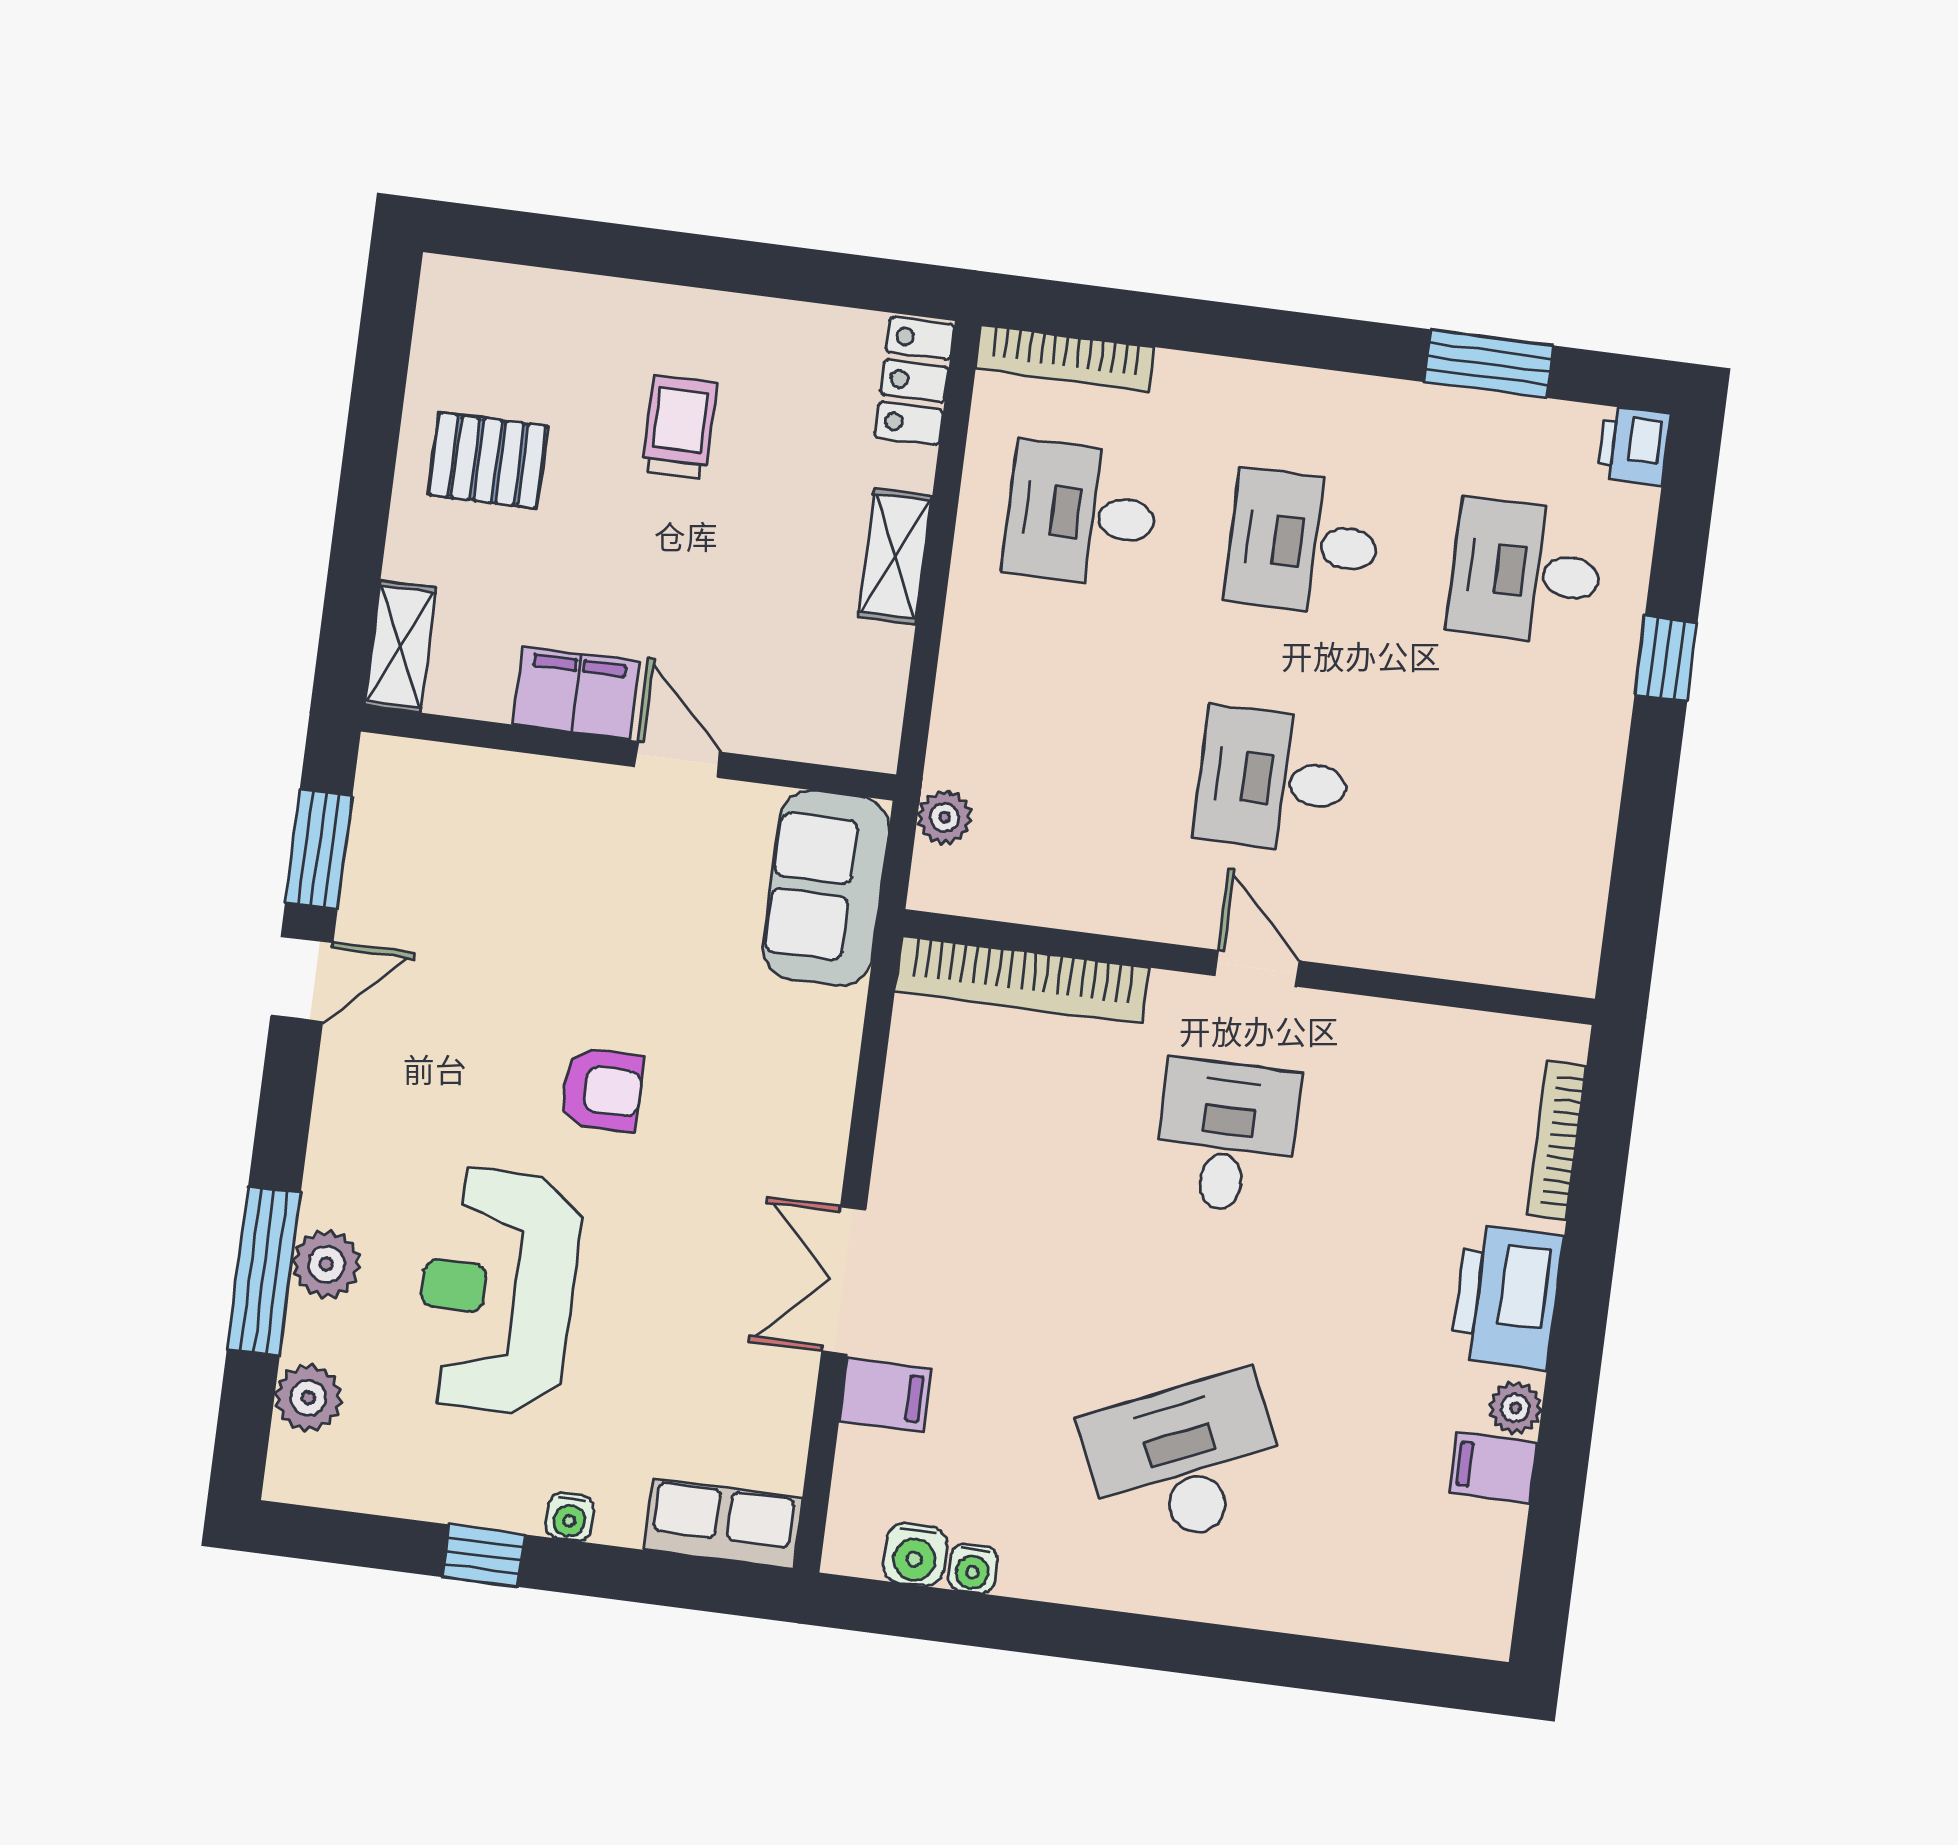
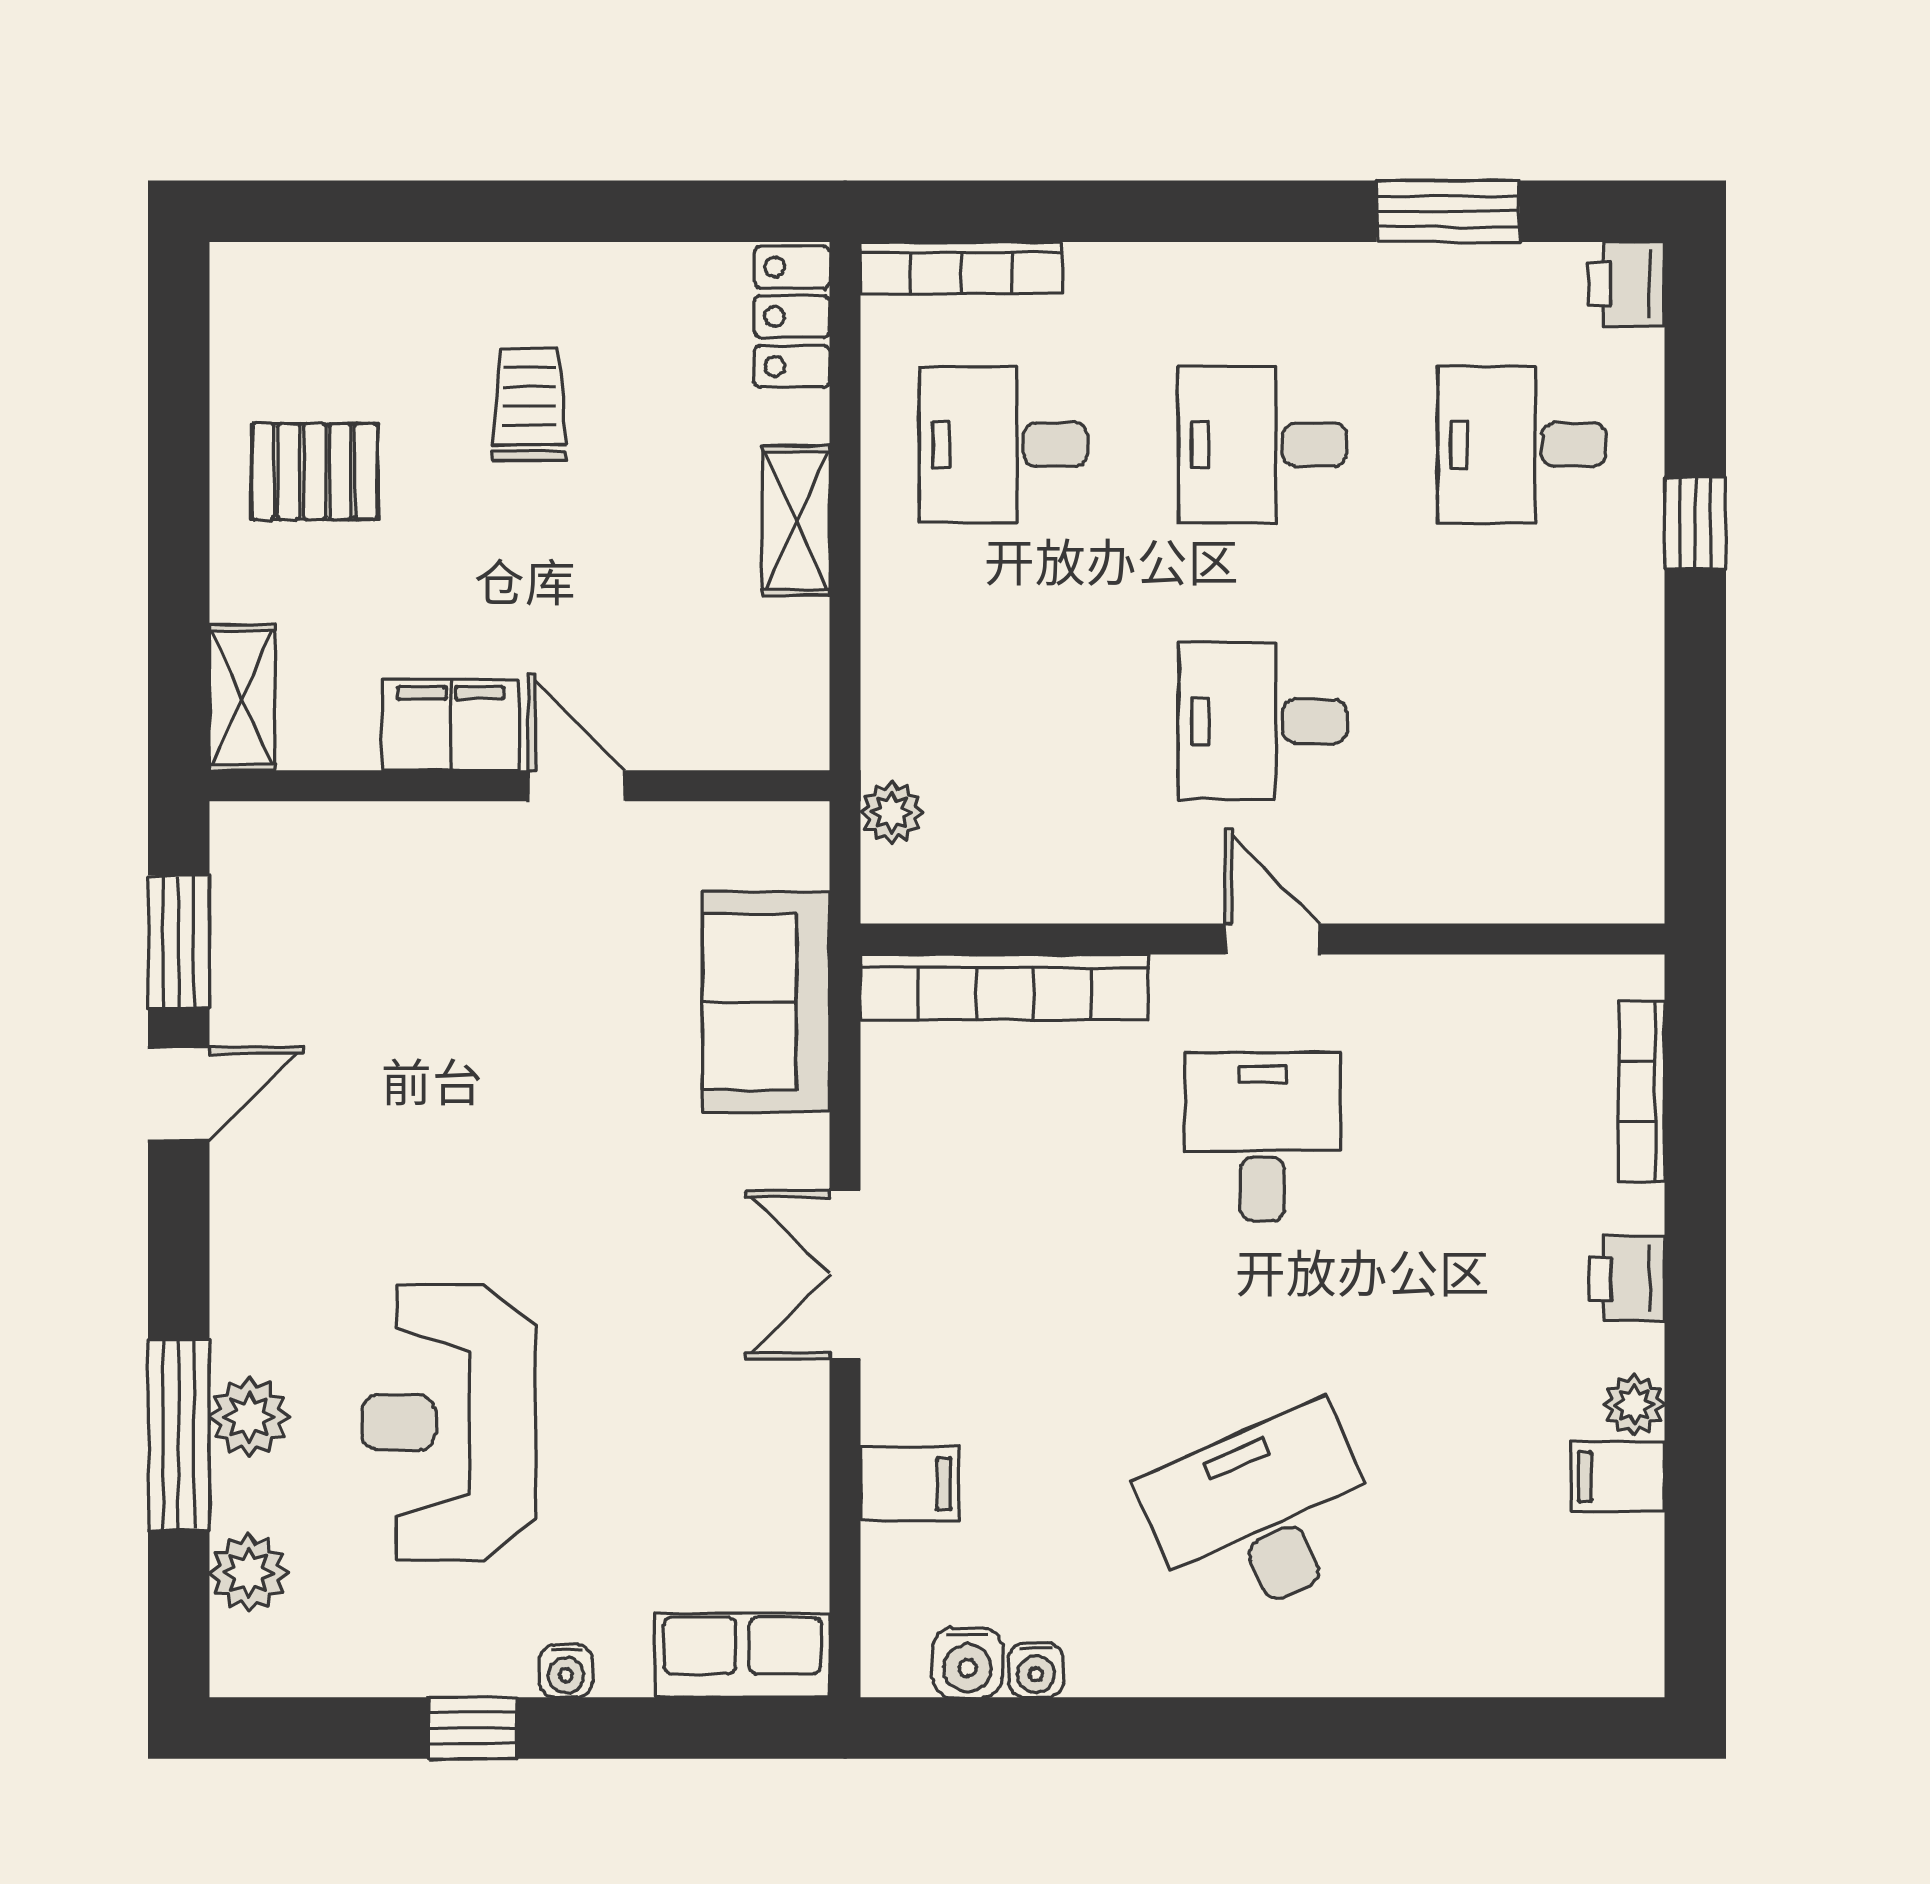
sofa: (826, 888) -> (766, 1002), moved
armchair: (602, 1090) -> (539, 1176), removed
double door: (844, 1280) -> (845, 1275), moved
printer: (1507, 1297) -> (1626, 1279), width x0.53, depth x0.68

